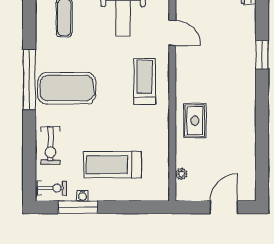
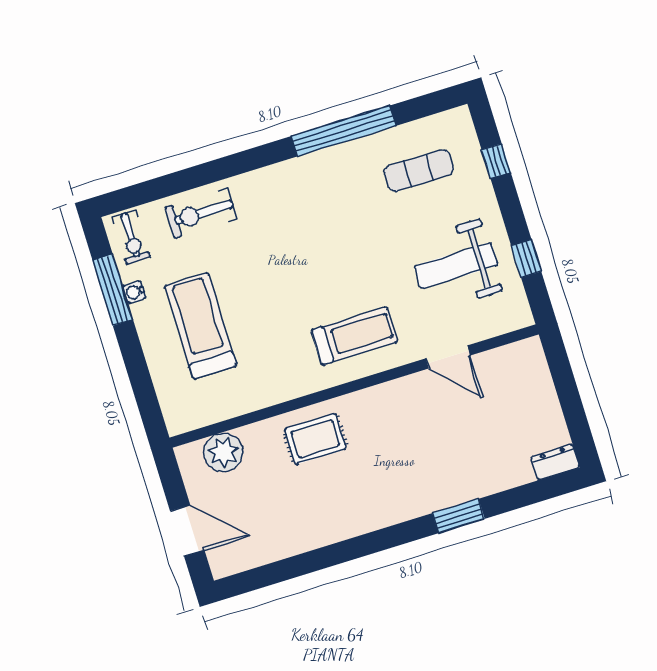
door: (172, 33) -> (448, 357), hinge flipped
window: (29, 79) -> (344, 131), moved
exercise mat: (67, 88) -> (303, 211), removed
plant: (181, 174) -> (223, 452), width x1.87, depth x1.87

